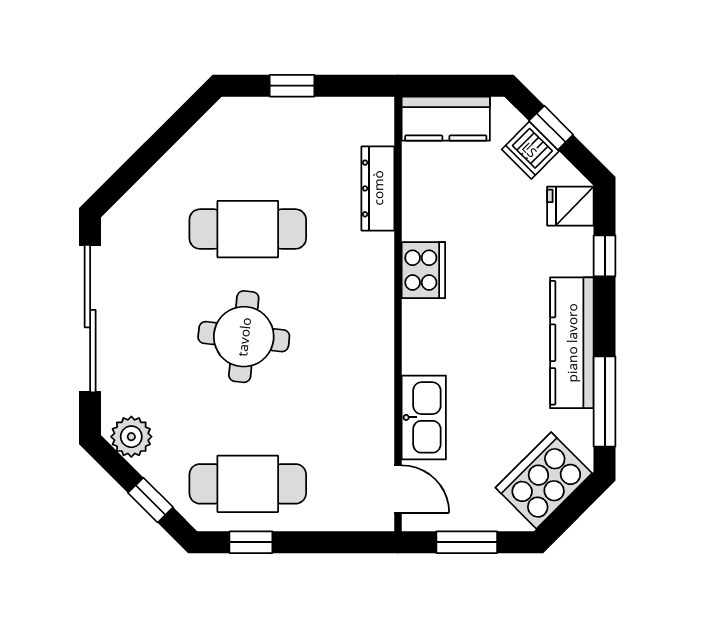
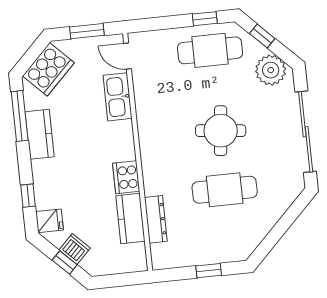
kitchen counter: (446, 119) -> (130, 218), moved, turned -90
kitchen counter: (572, 343) -> (40, 134), width x0.67
plant: (131, 437) -> (271, 70), width x1.36, depth x1.36

